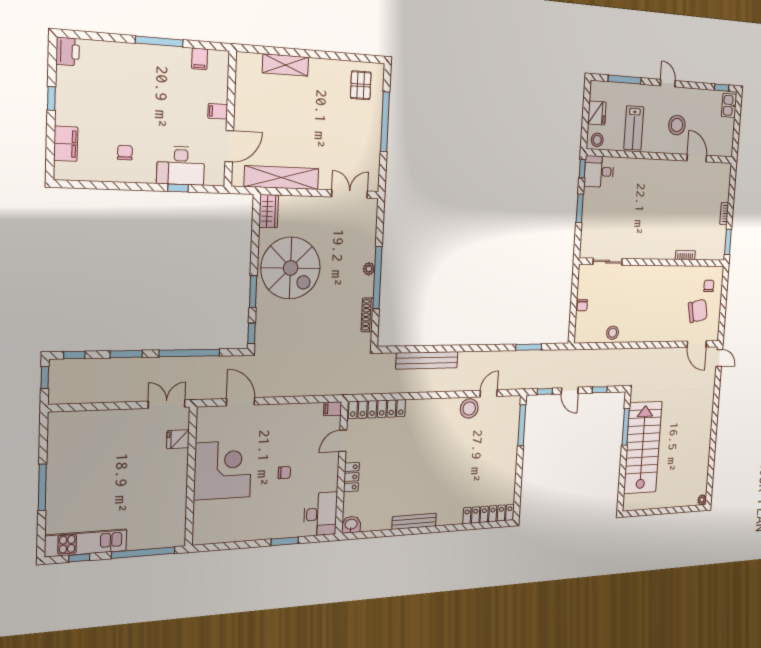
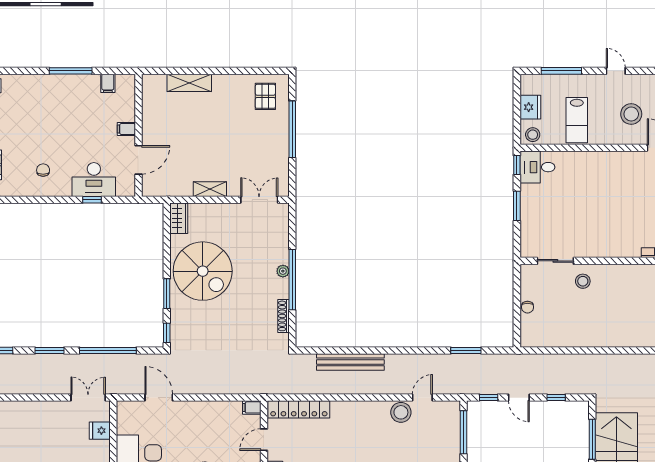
shelving: (282, 178) -> (210, 189), width x0.45, depth x0.75
stool: (613, 333) -> (583, 281), moved

